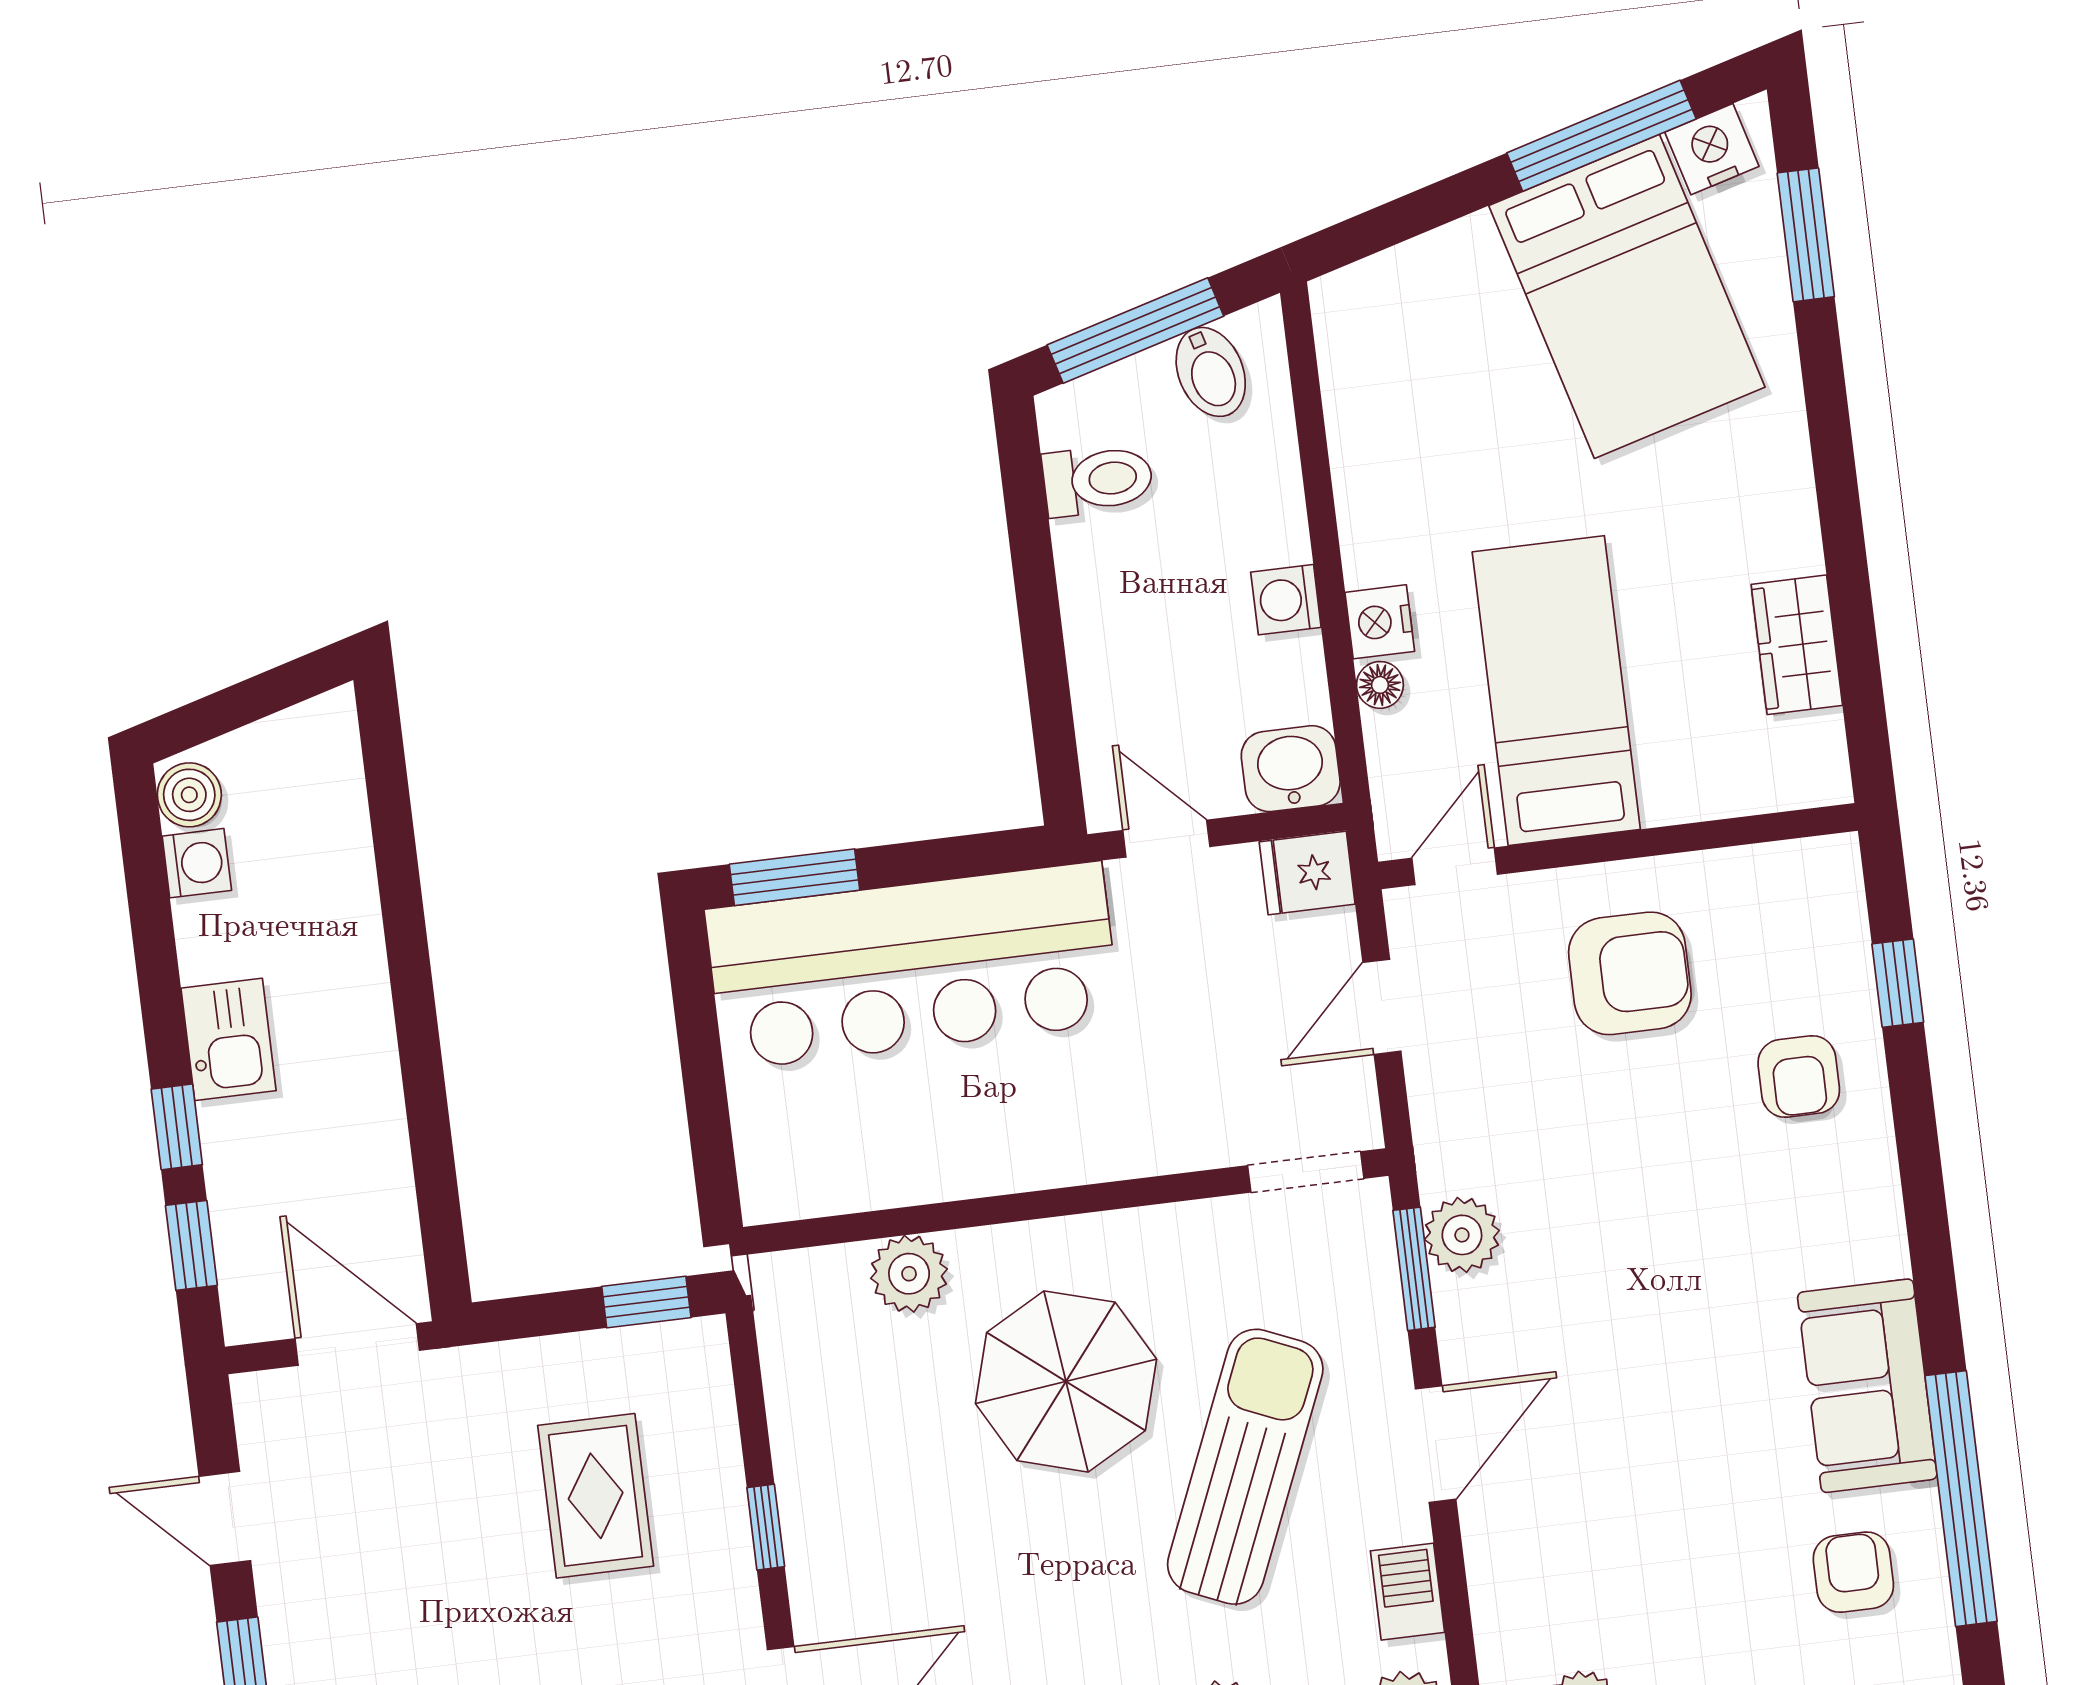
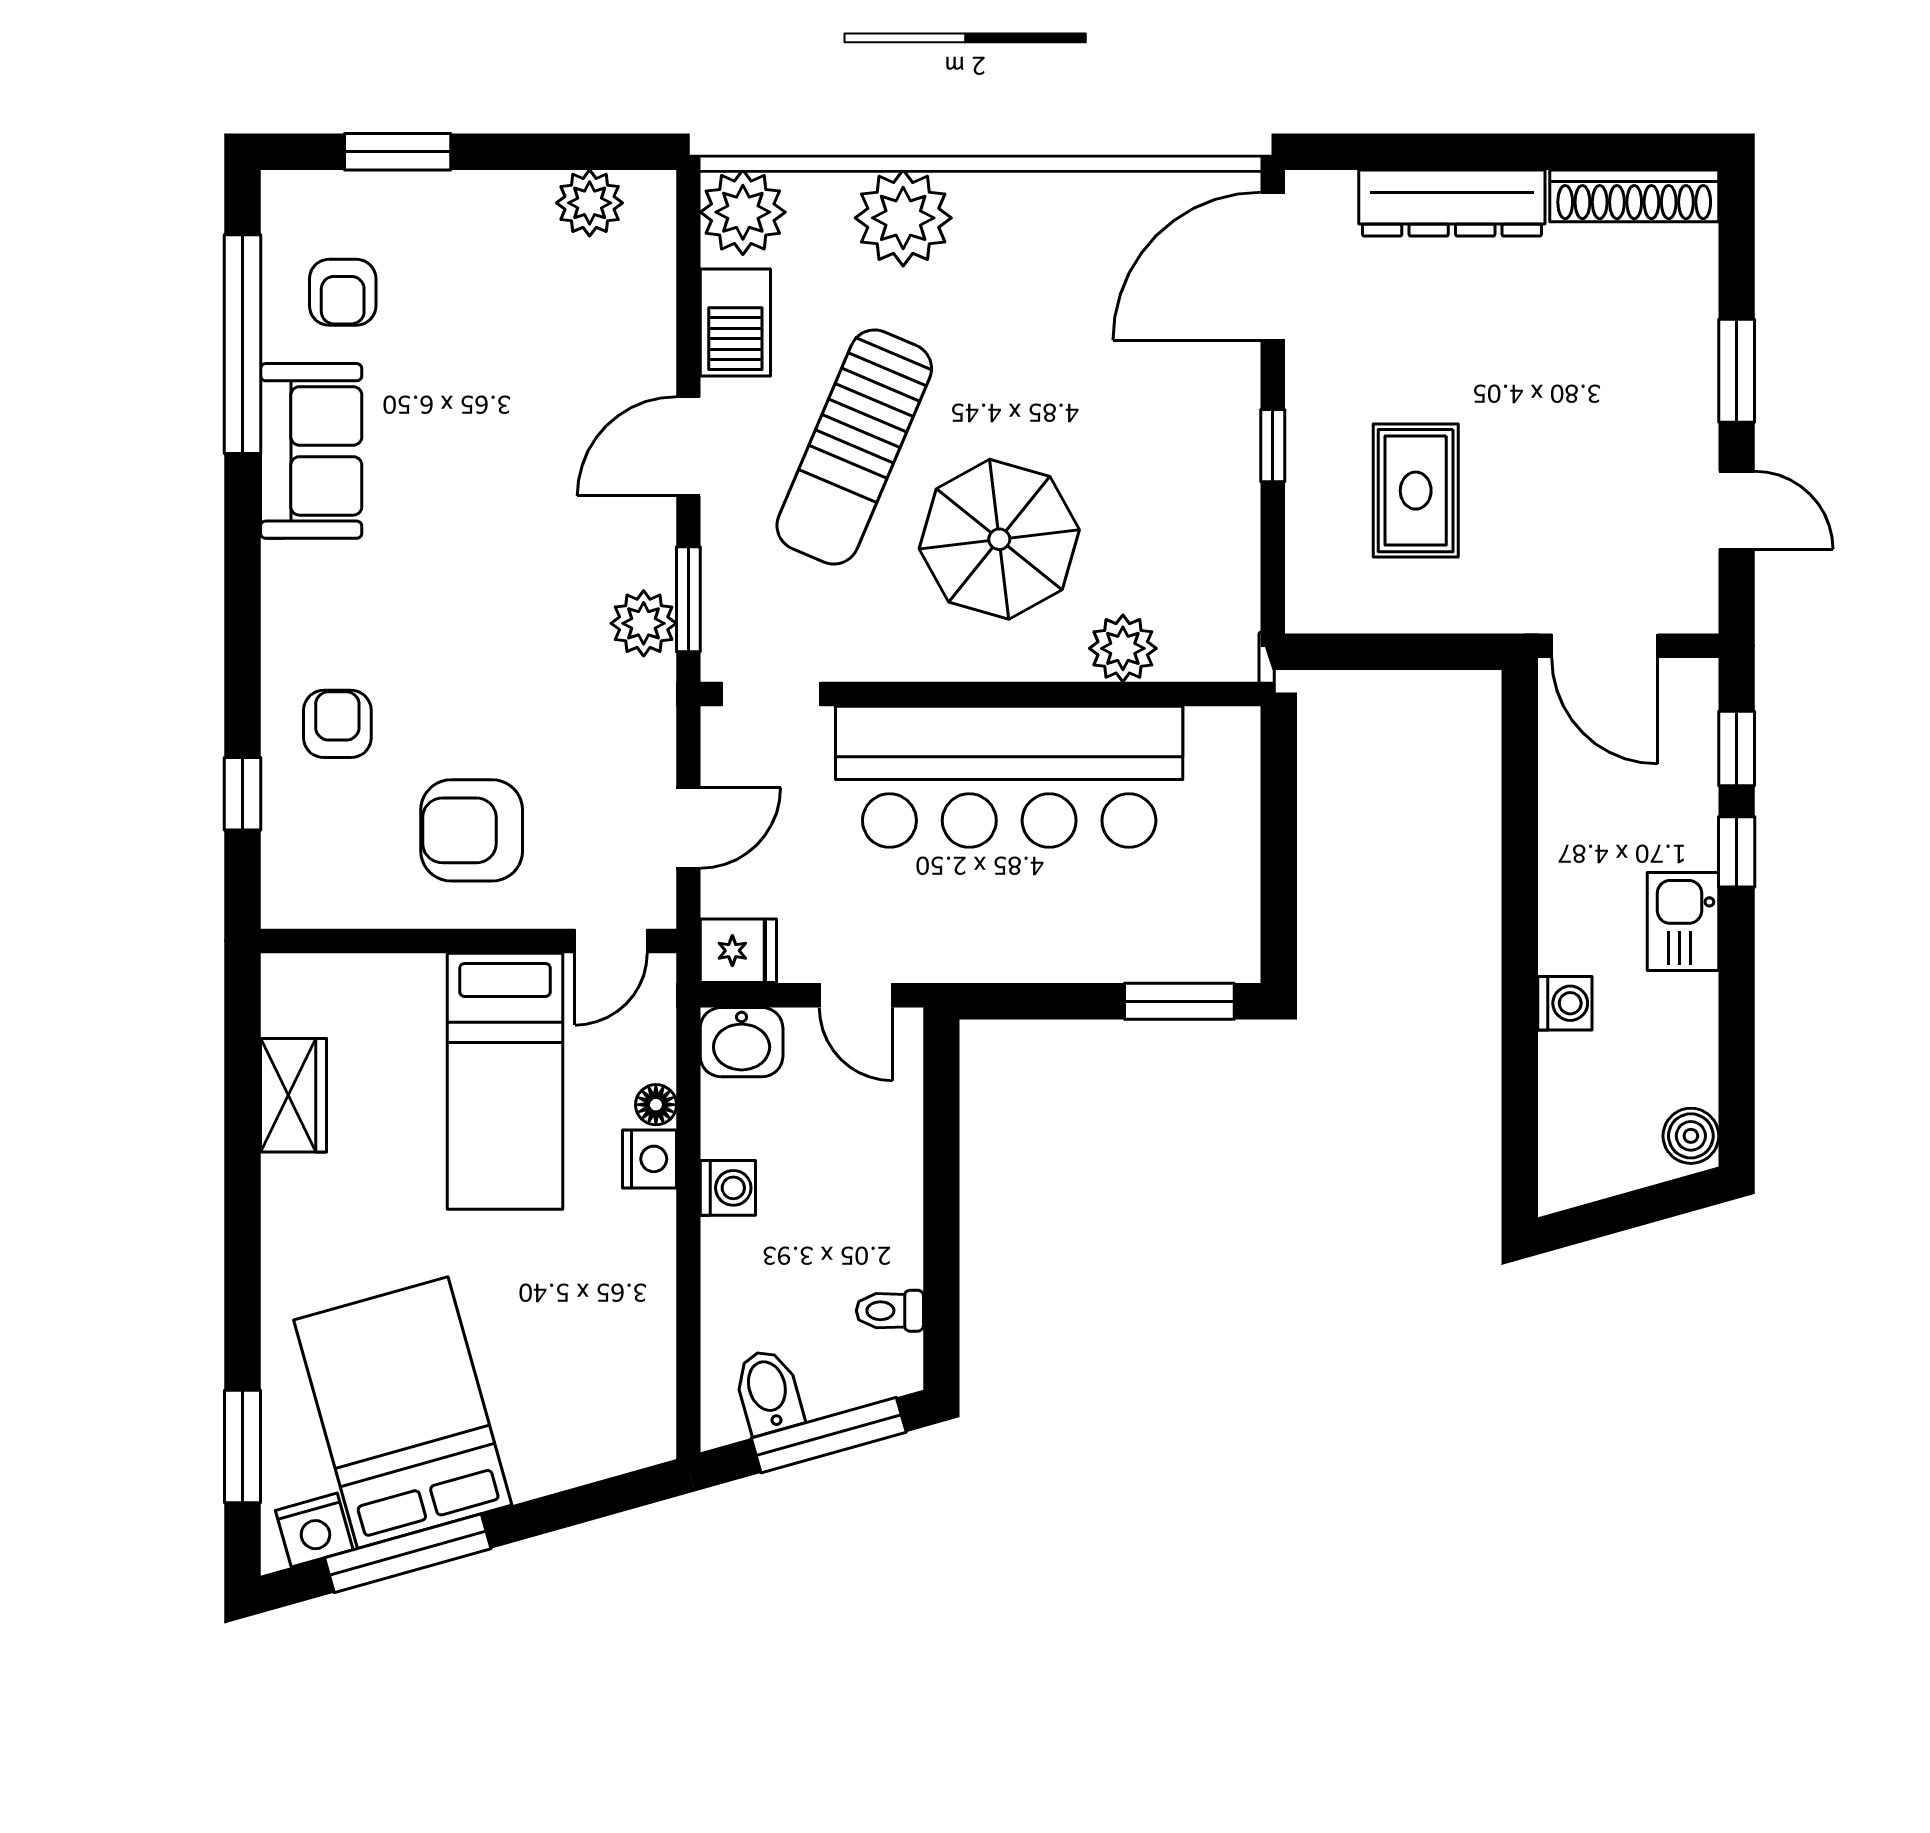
toilet: (1098, 480) -> (890, 1311), width x0.73, depth x0.72
washing machine: (197, 863) -> (1565, 1003), moved, turned 180
bar counter: (913, 966) -> (1009, 777), moved, turned 180
window: (646, 1302) -> (1352, 652), removed
barbecue: (1407, 1592) -> (735, 323), width x1.38, depth x1.27

